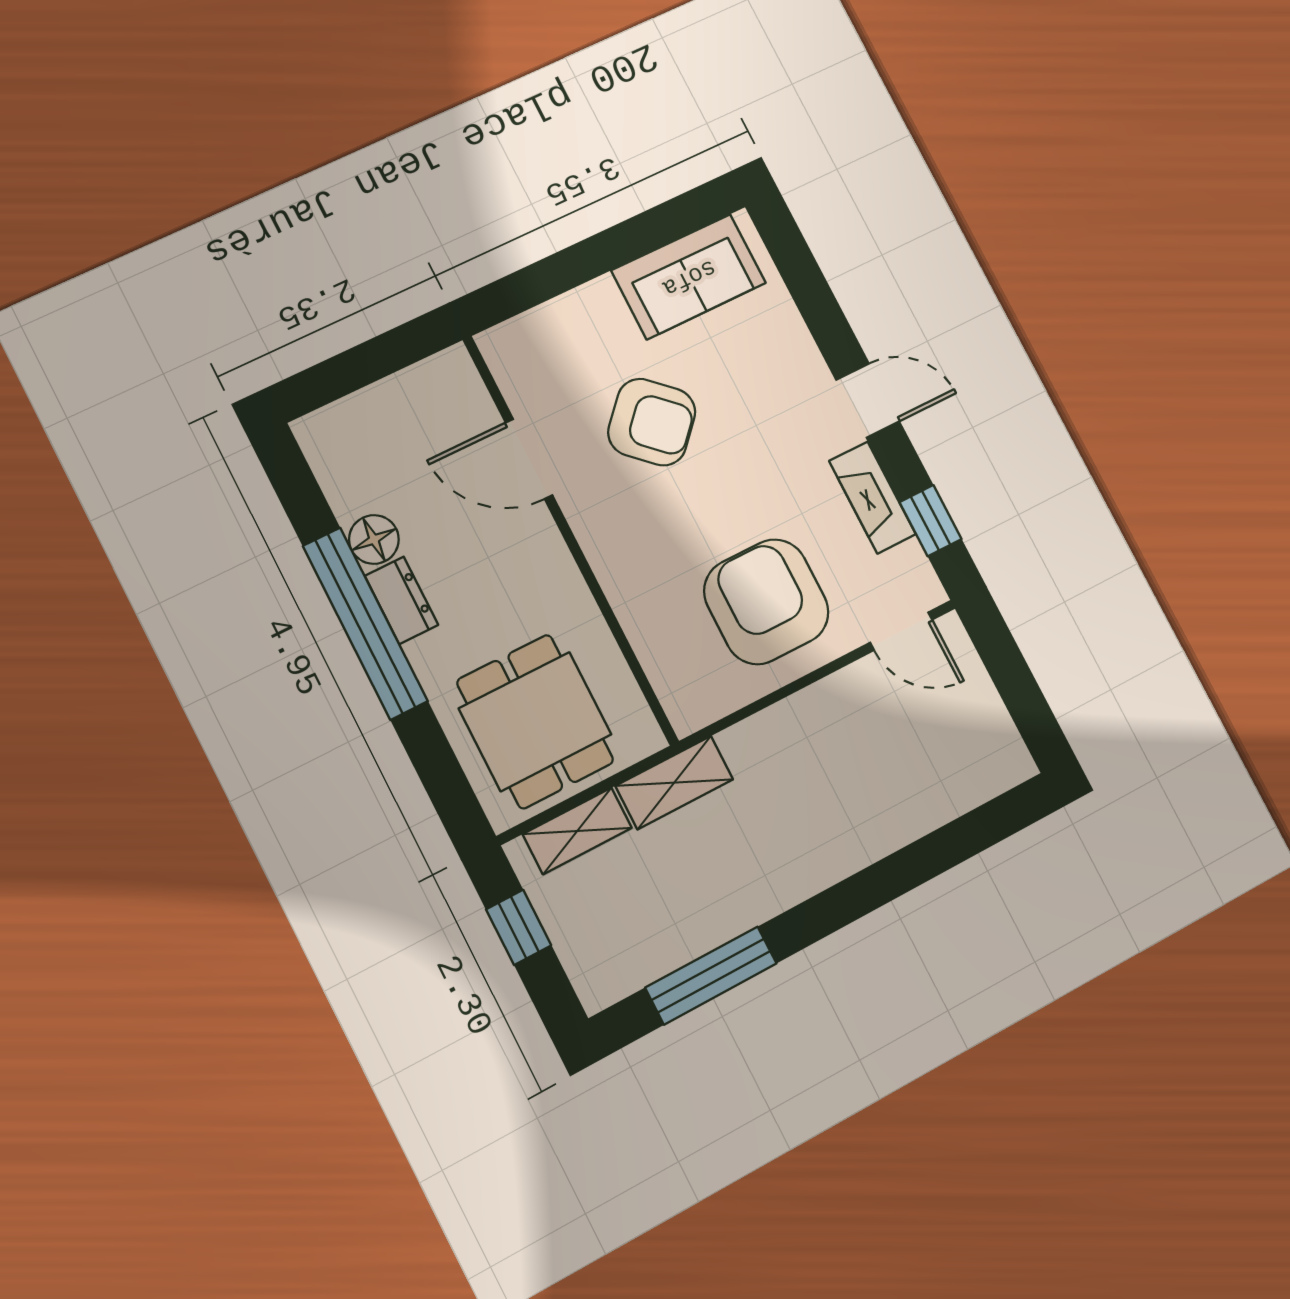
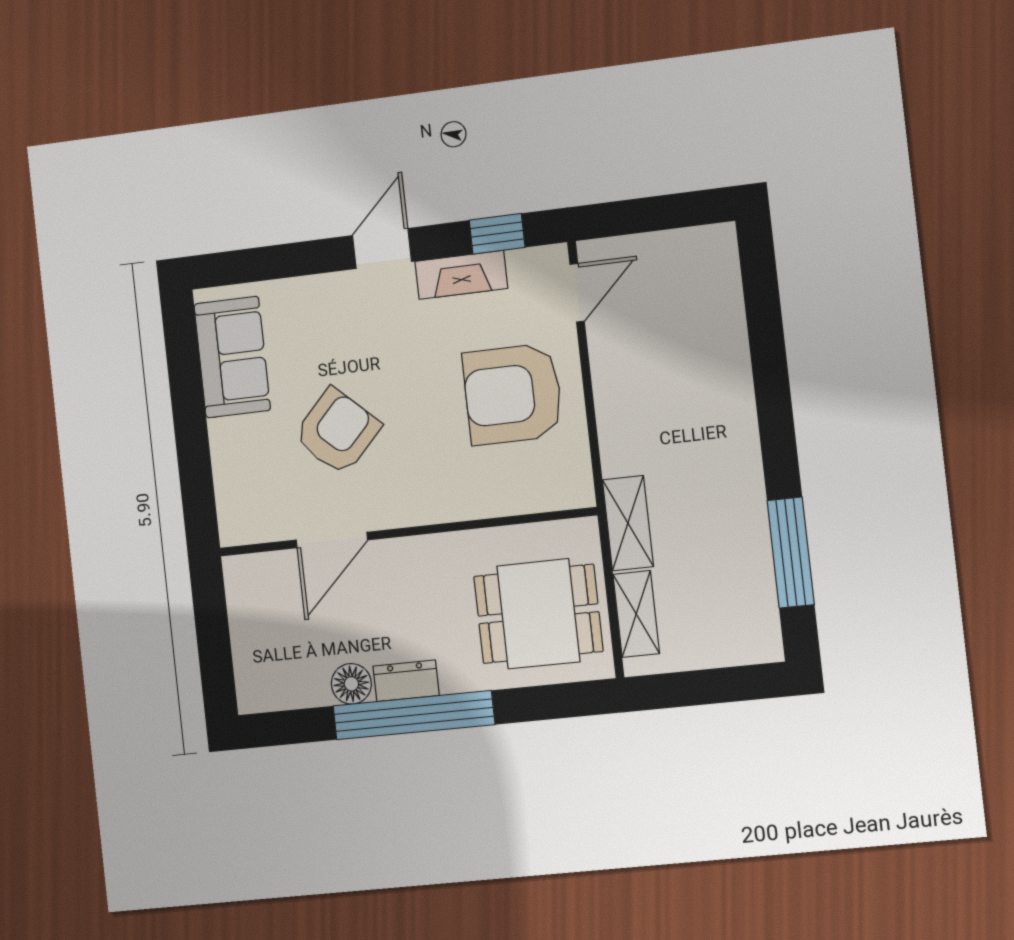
window: (519, 927) -> (693, 688), removed

